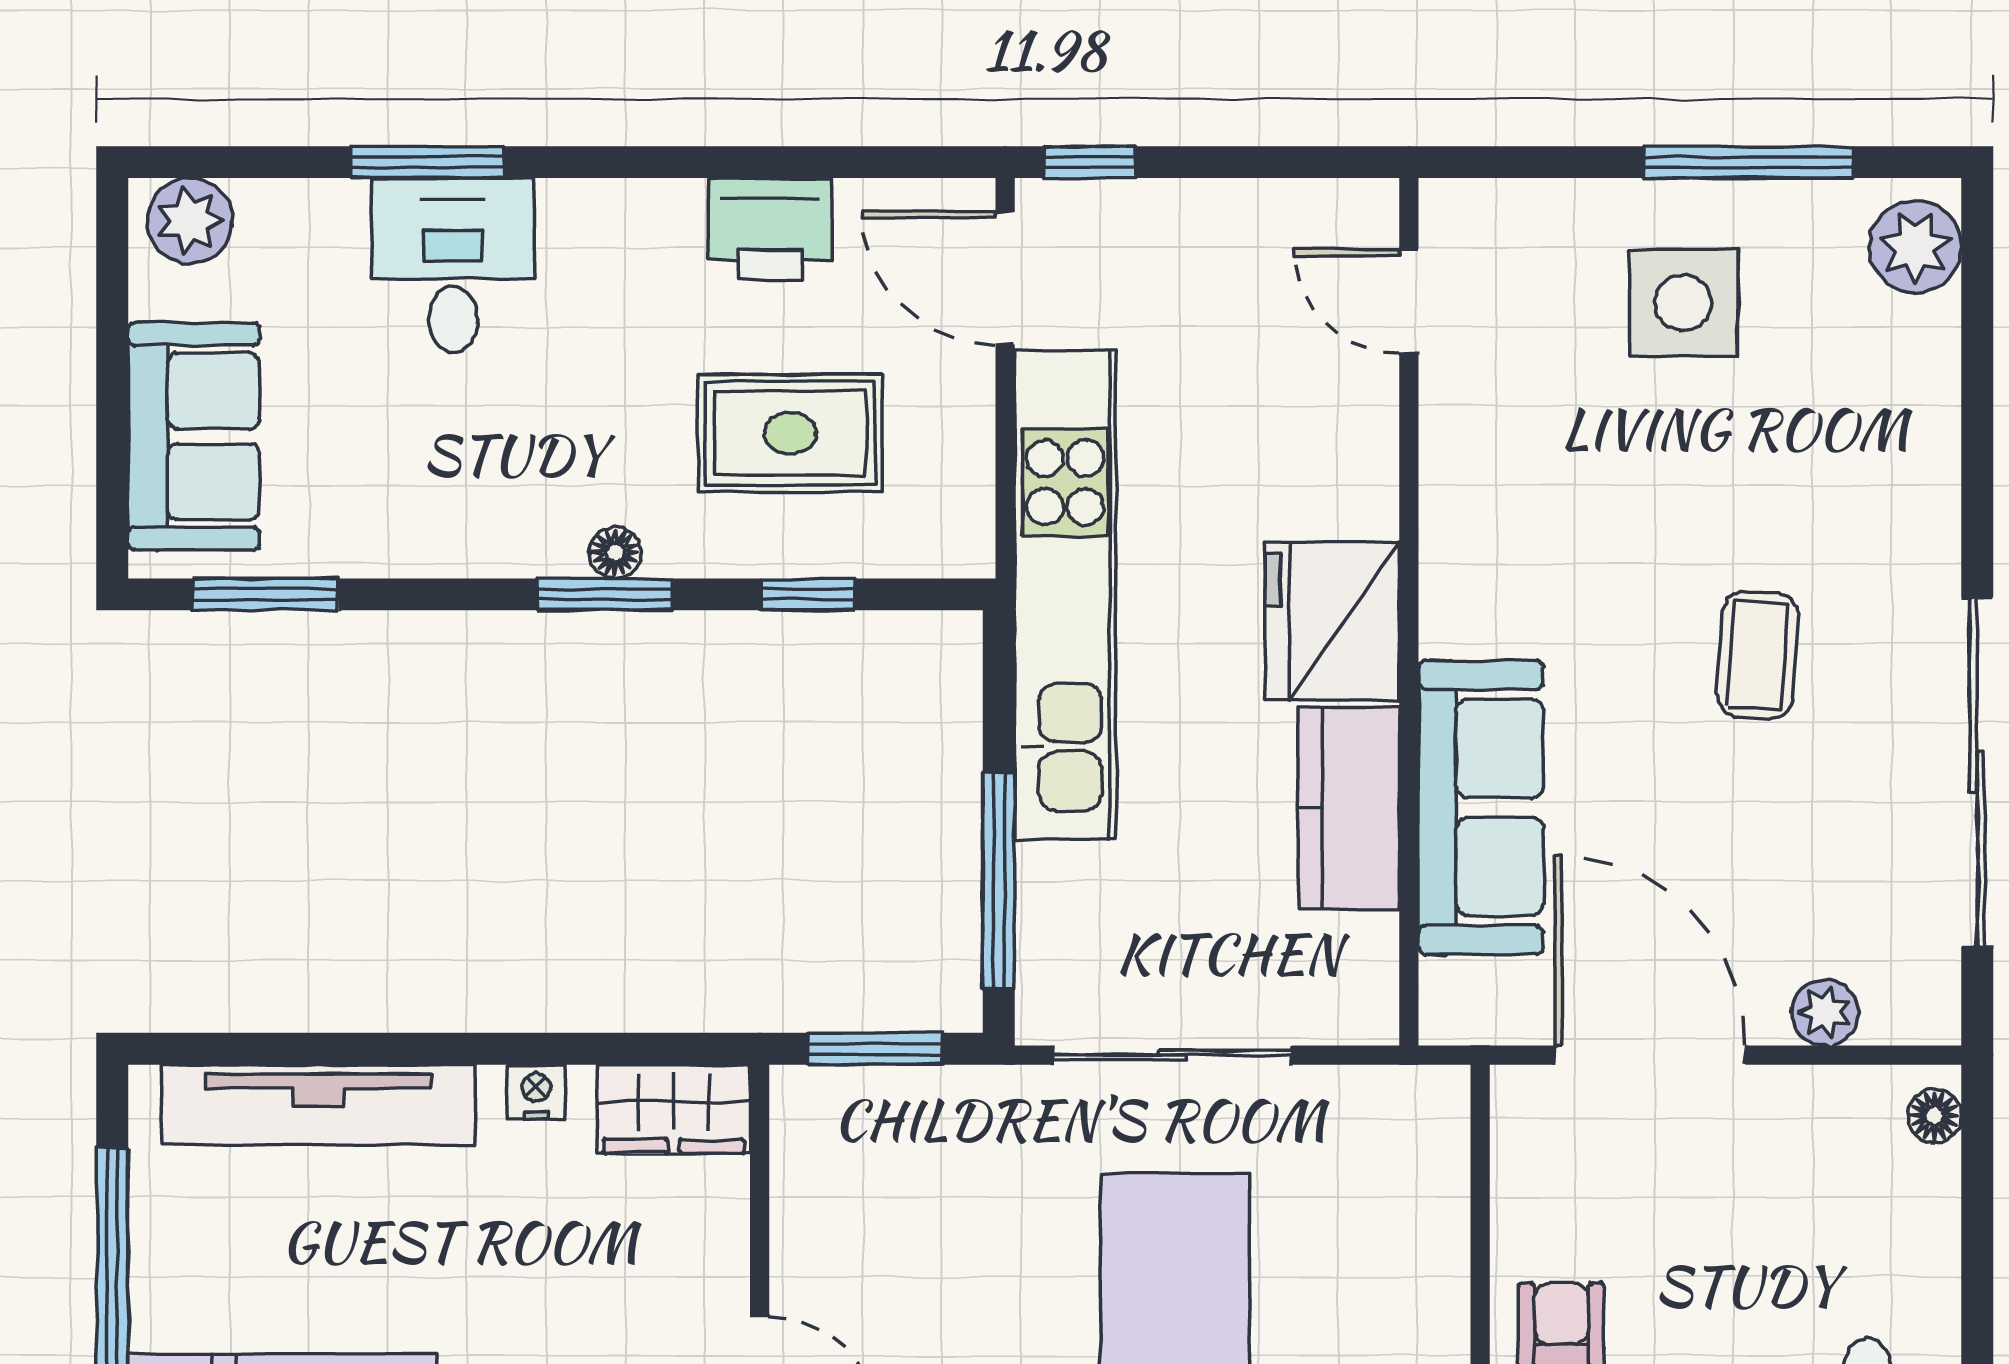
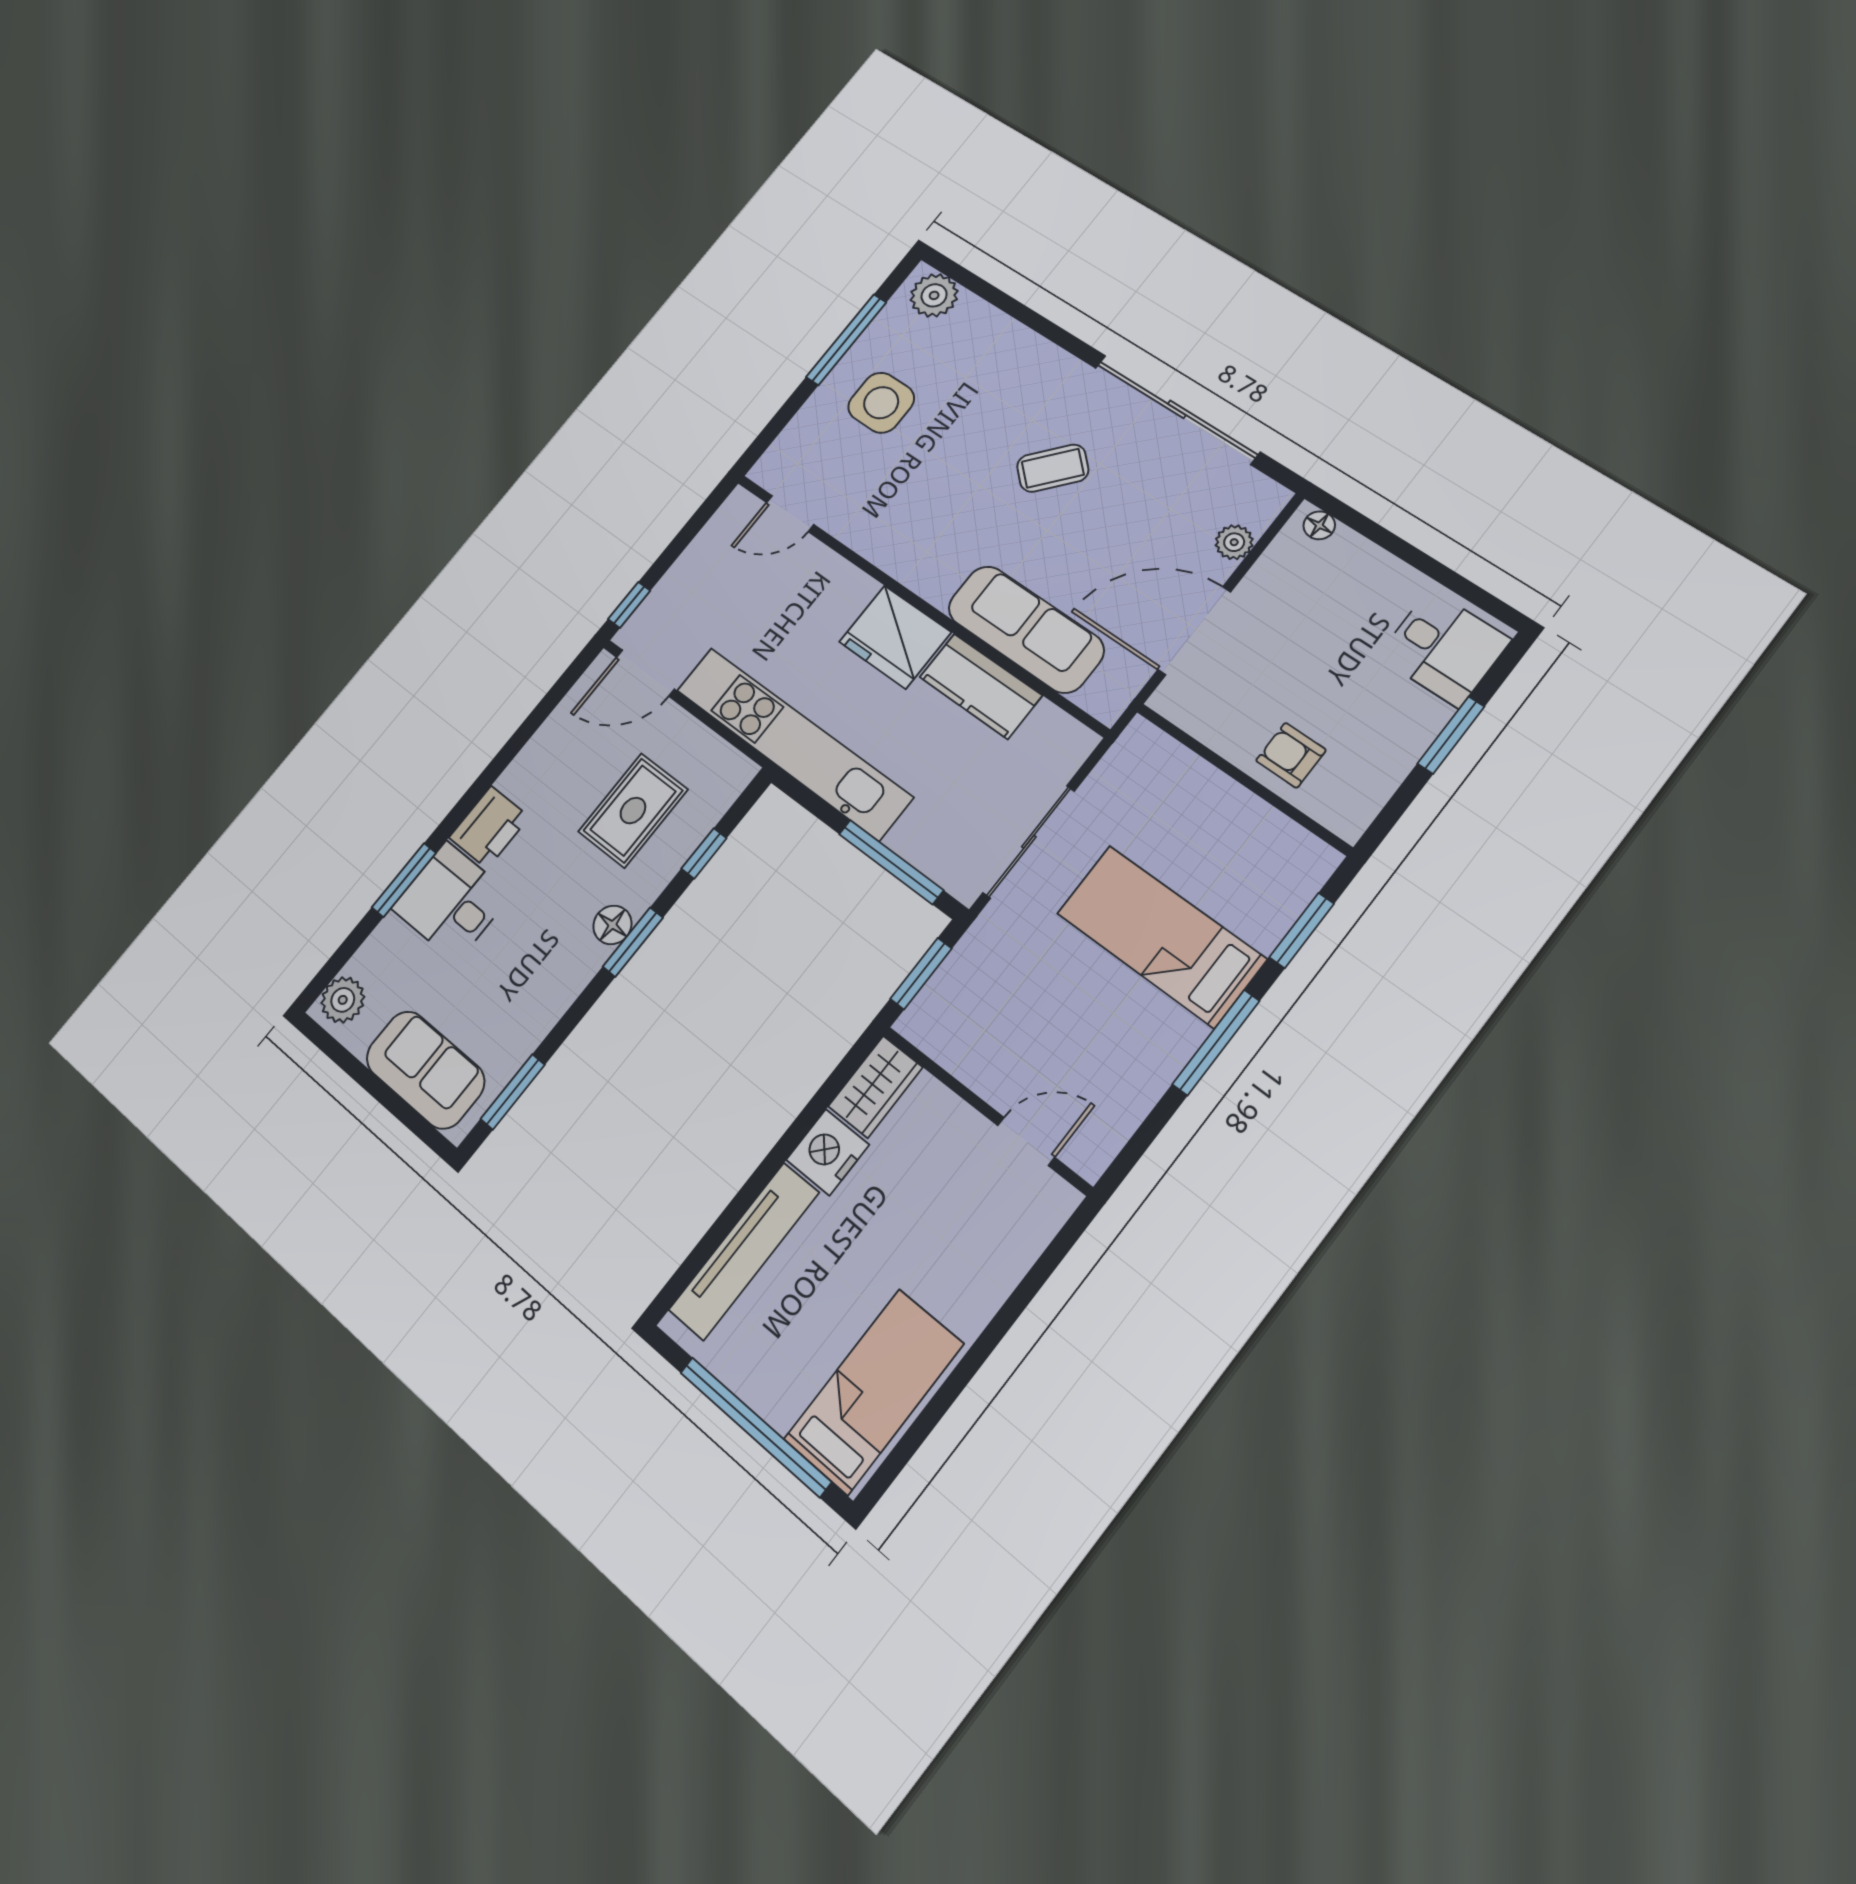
printer: (770, 229) -> (489, 827), moved
floor lamp: (615, 553) -> (612, 925), width x1.37, depth x1.37
coffee table: (1758, 655) -> (1053, 468), turned -52
nightstand: (536, 1092) -> (828, 1152), width x1.89, depth x1.79

